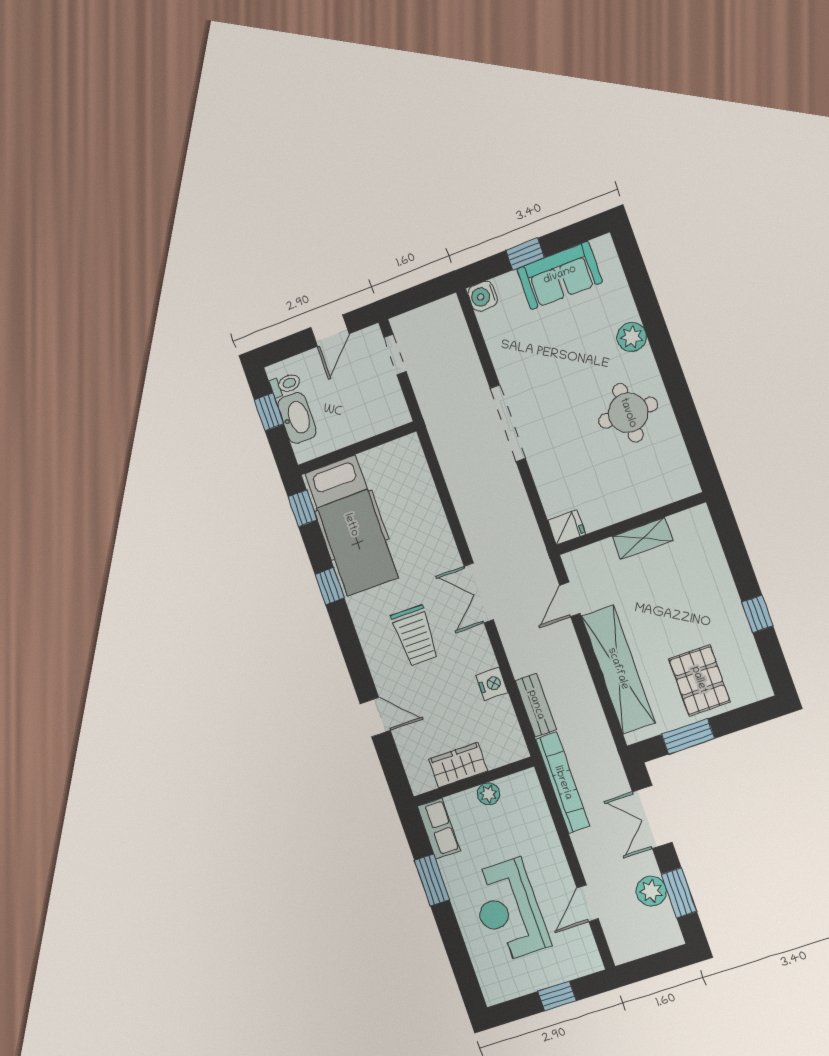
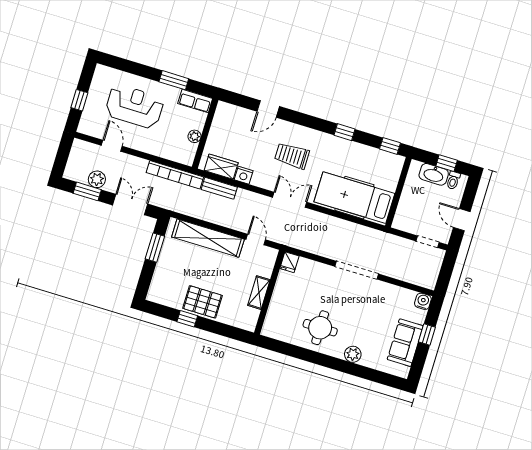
hospital bed: (351, 525) -> (354, 198), moved
pallet: (699, 680) -> (203, 302), moved
wardrobe: (458, 765) -> (221, 167), moved, turned -90

